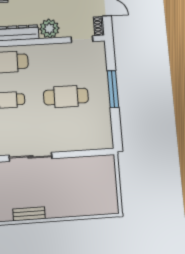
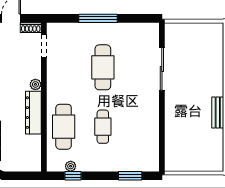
plant: (49, 29) -> (35, 84), width x0.53, depth x0.53
sliding door: (31, 157) -> (162, 69), moved

